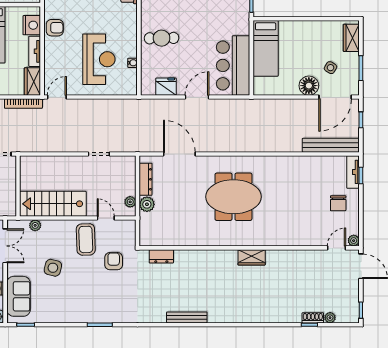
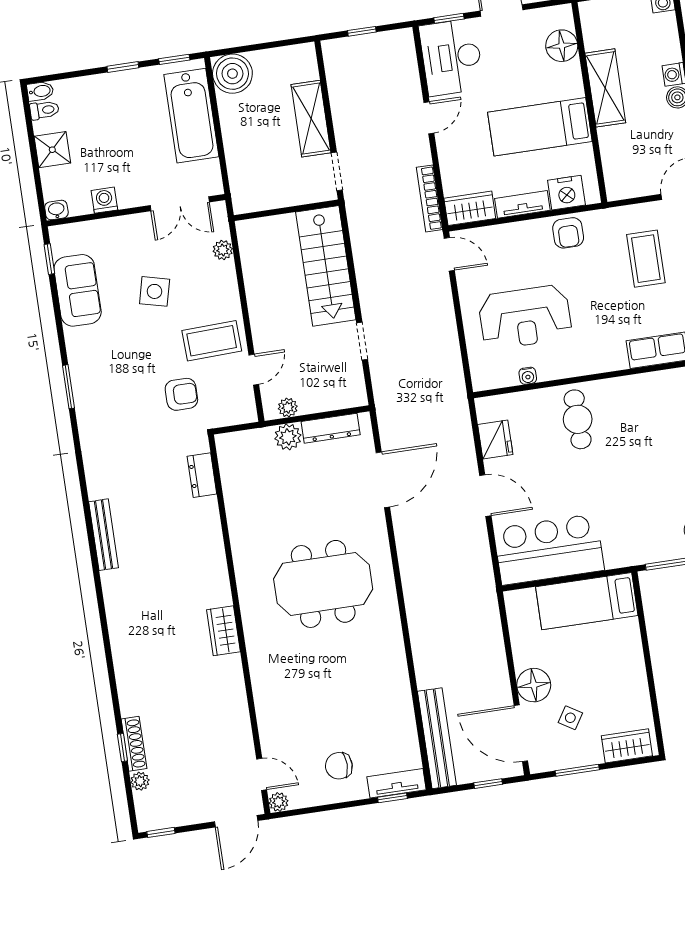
meeting table: (233, 197) -> (323, 584), turned 90
stairs: (53, 204) -> (326, 266), moved, turned 180
sofa: (19, 296) -> (78, 290), moved, turned -90
shoe rack: (313, 318) -> (134, 744), width x1.43

